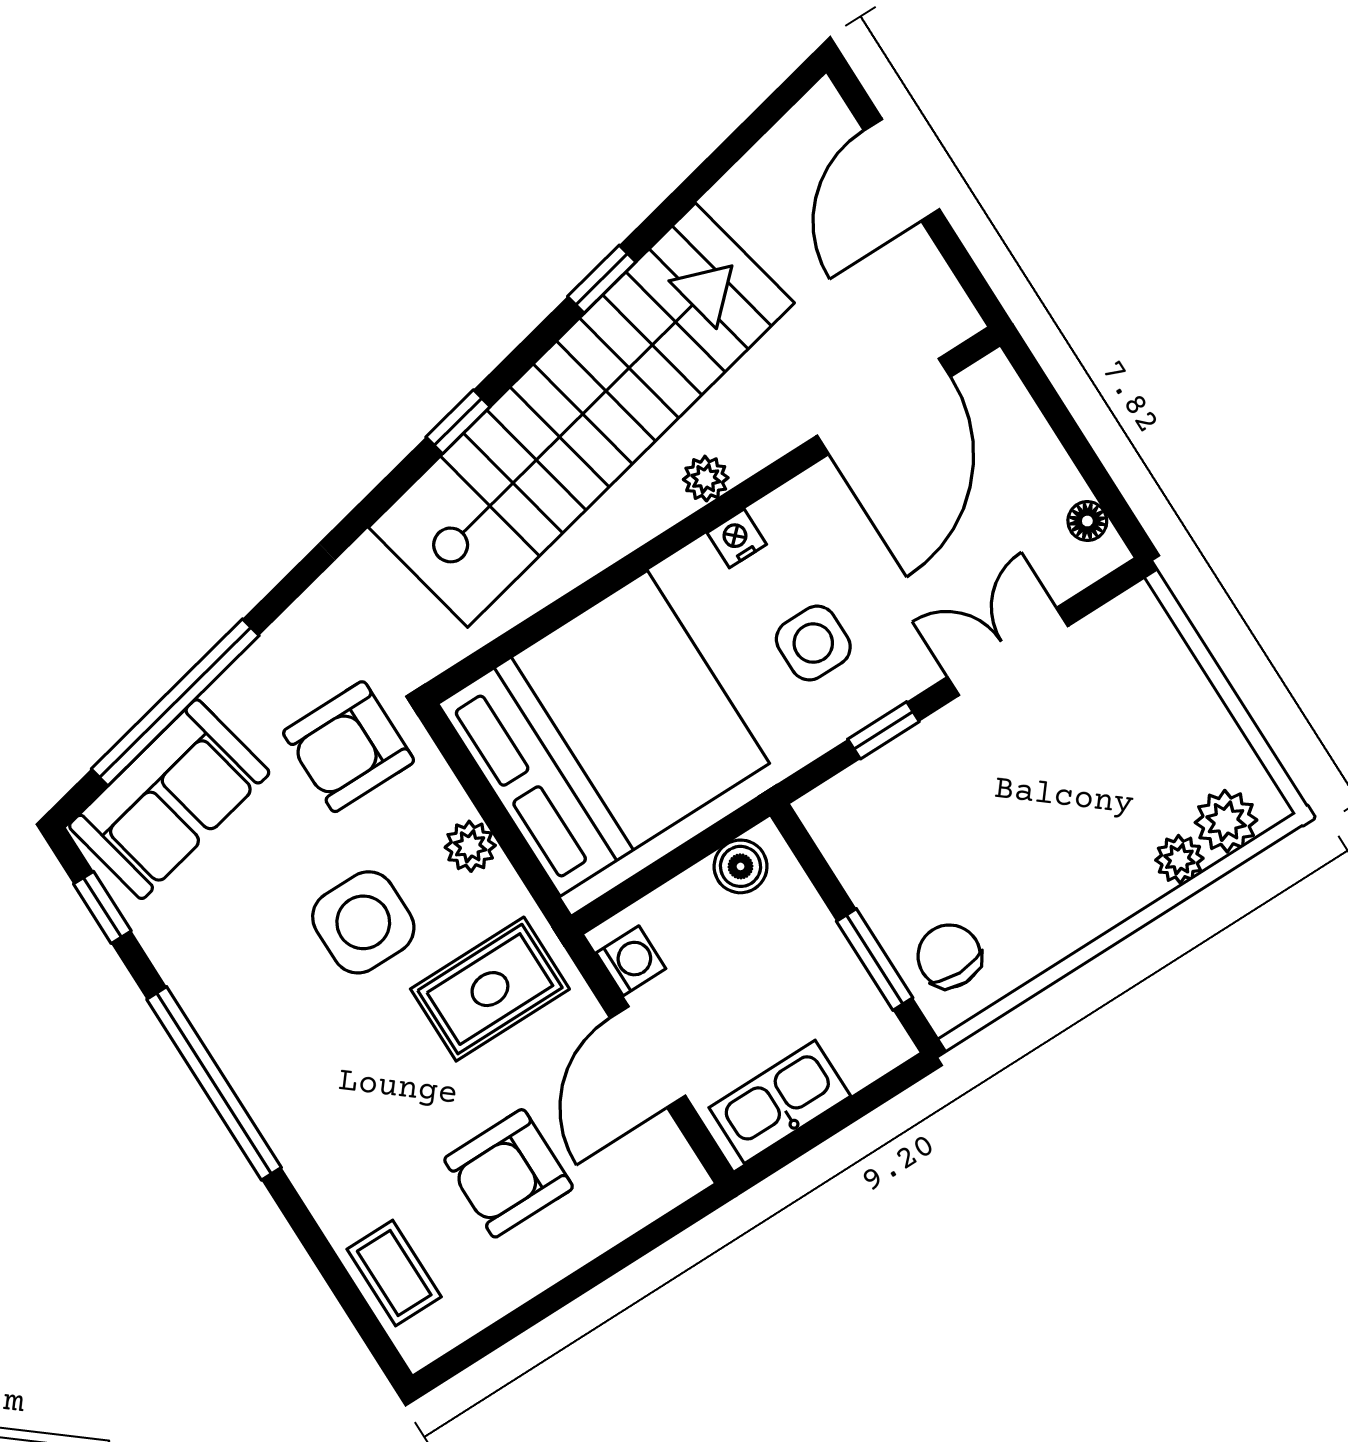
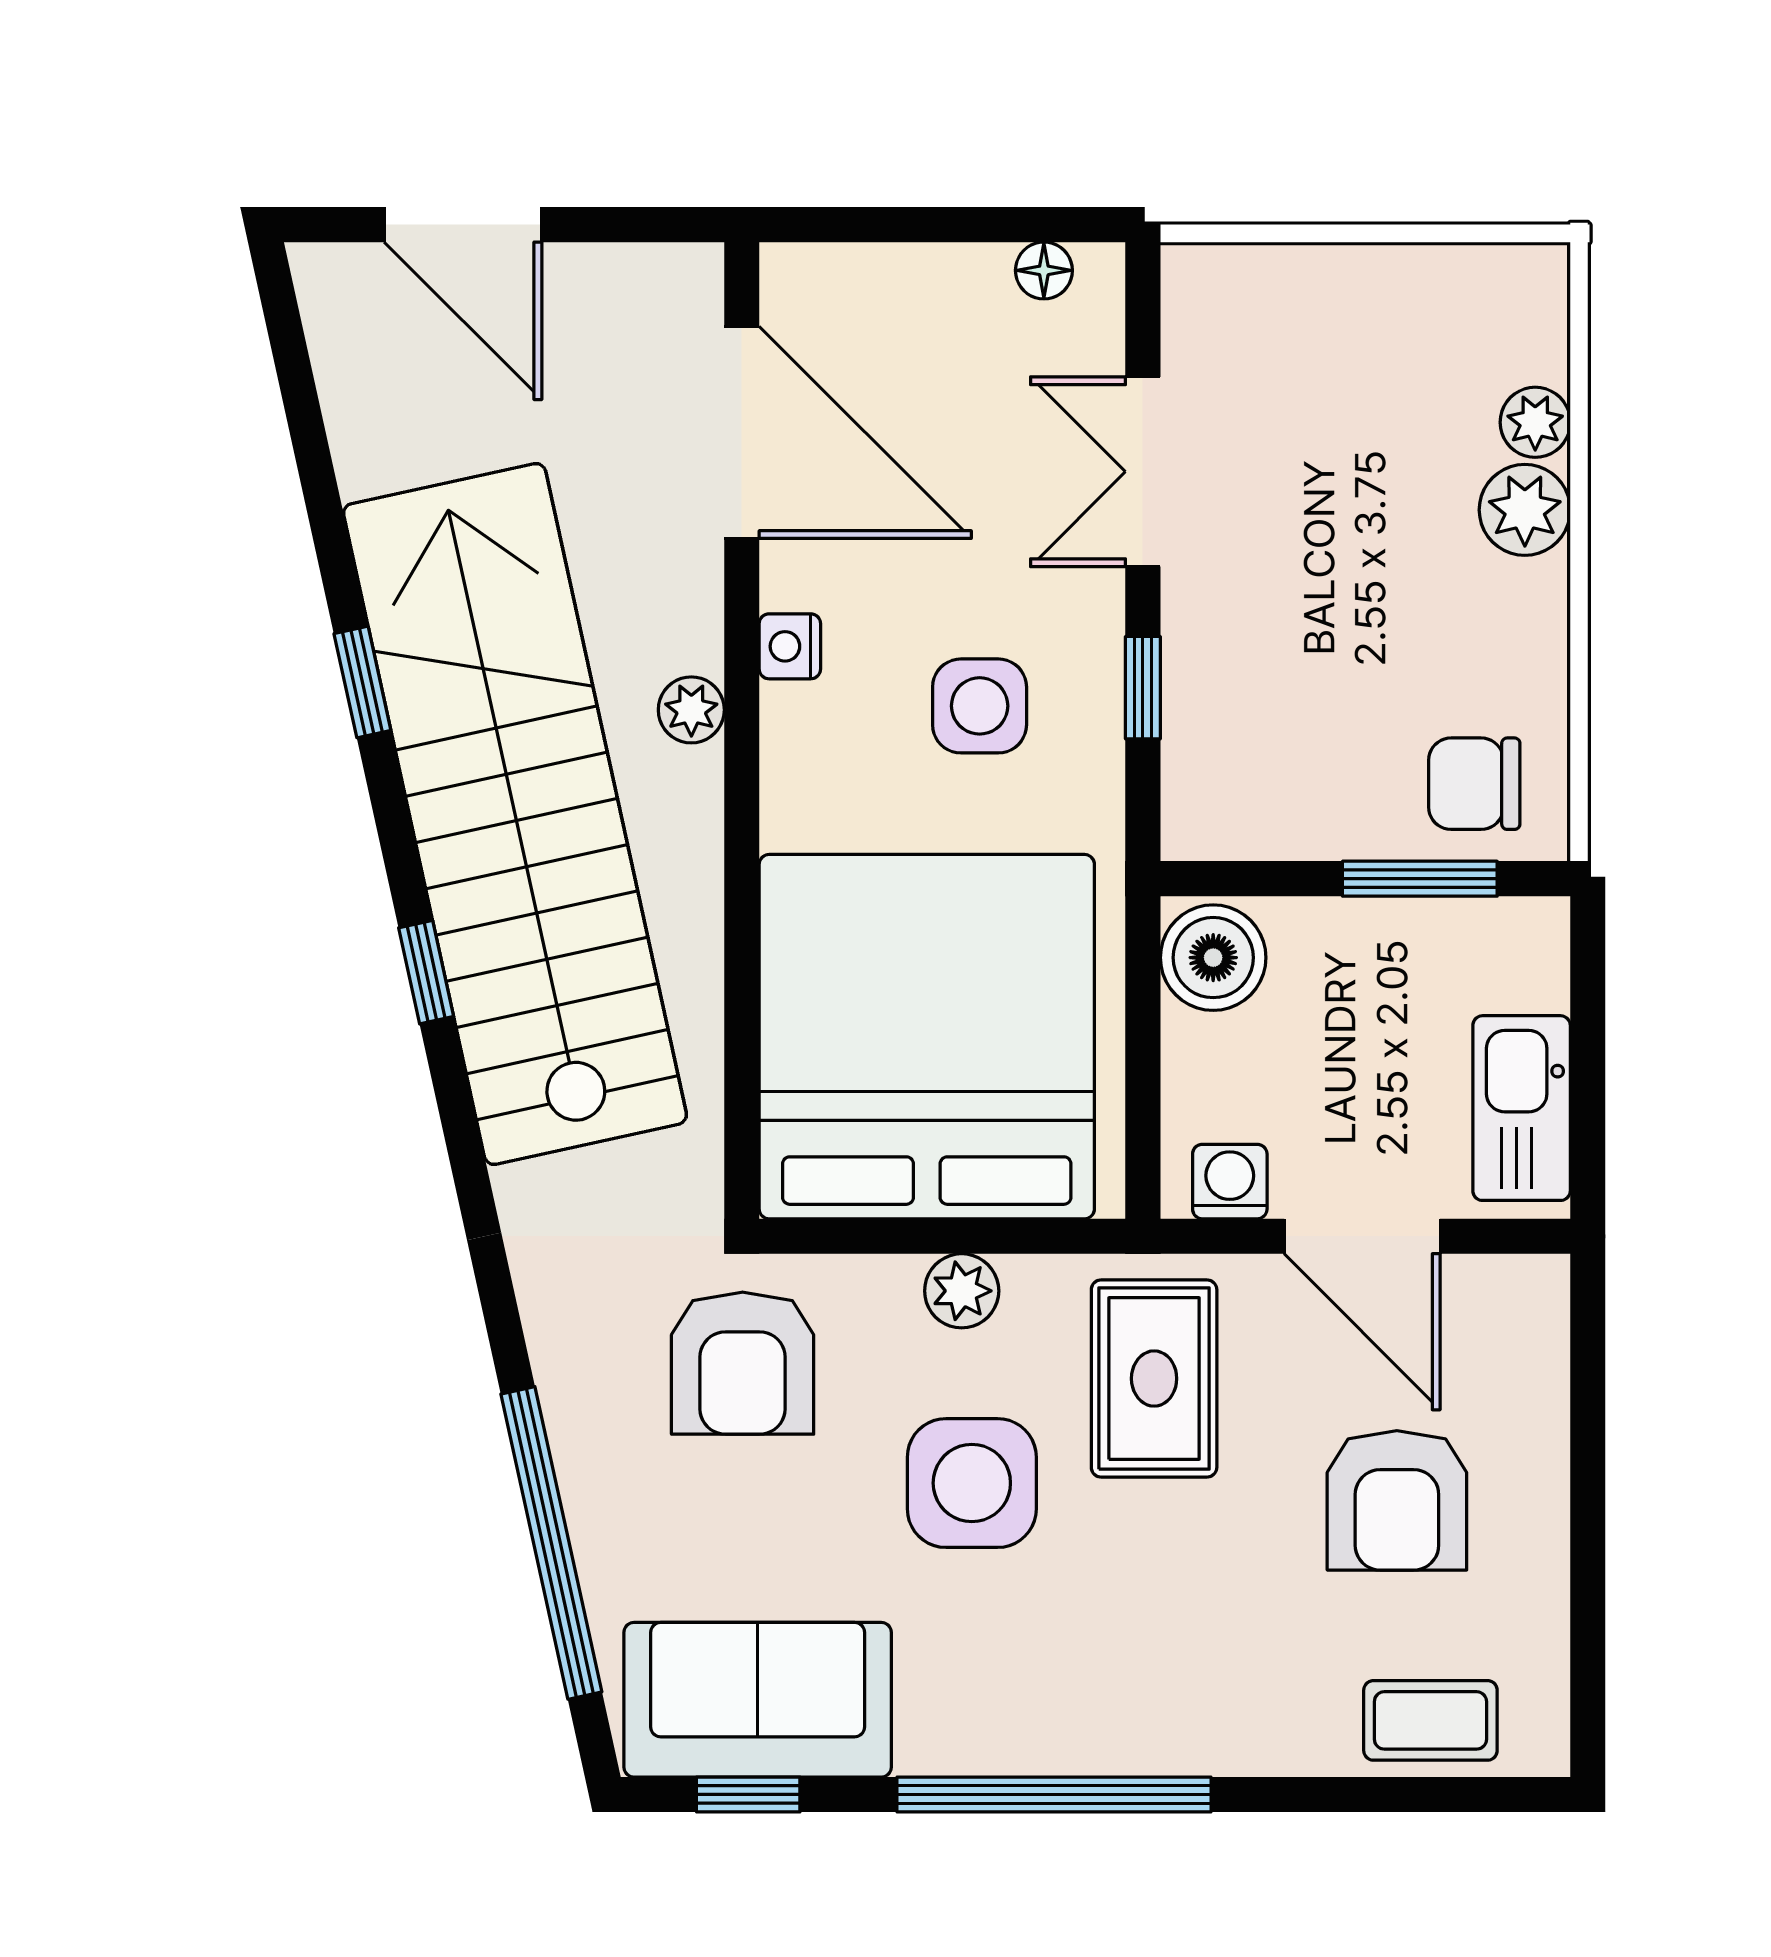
nightstand: (737, 538) -> (790, 646), moved
sofa: (169, 799) -> (758, 1700), moved, turned -78
plant: (1226, 821) -> (1525, 510), moved
boiler: (741, 866) -> (1213, 958), width x1.36, depth x1.36

